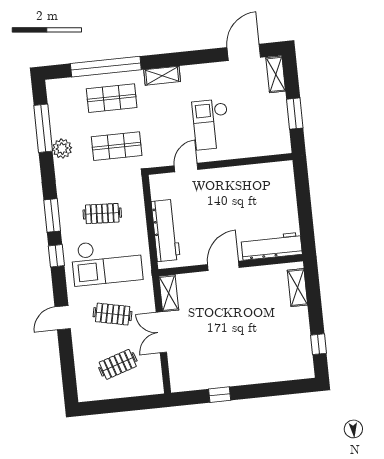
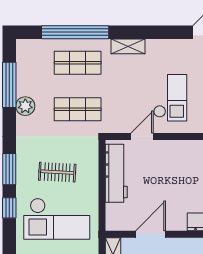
checkout: (211, 124) -> (170, 98), turned 180
workbench: (166, 230) -> (116, 173), moved
door: (223, 266) -> (150, 234), moved

